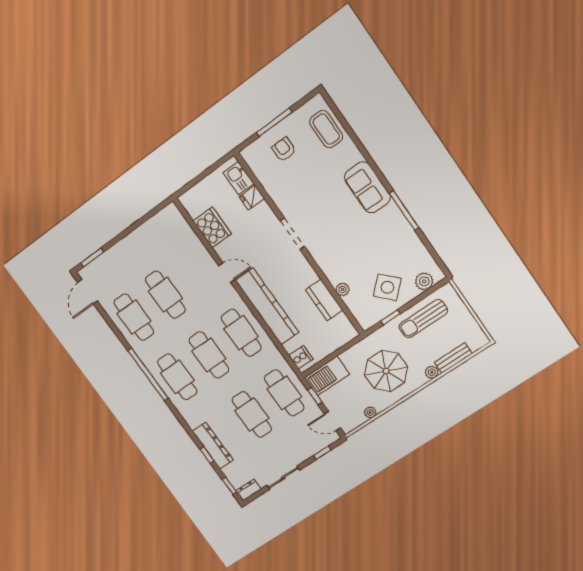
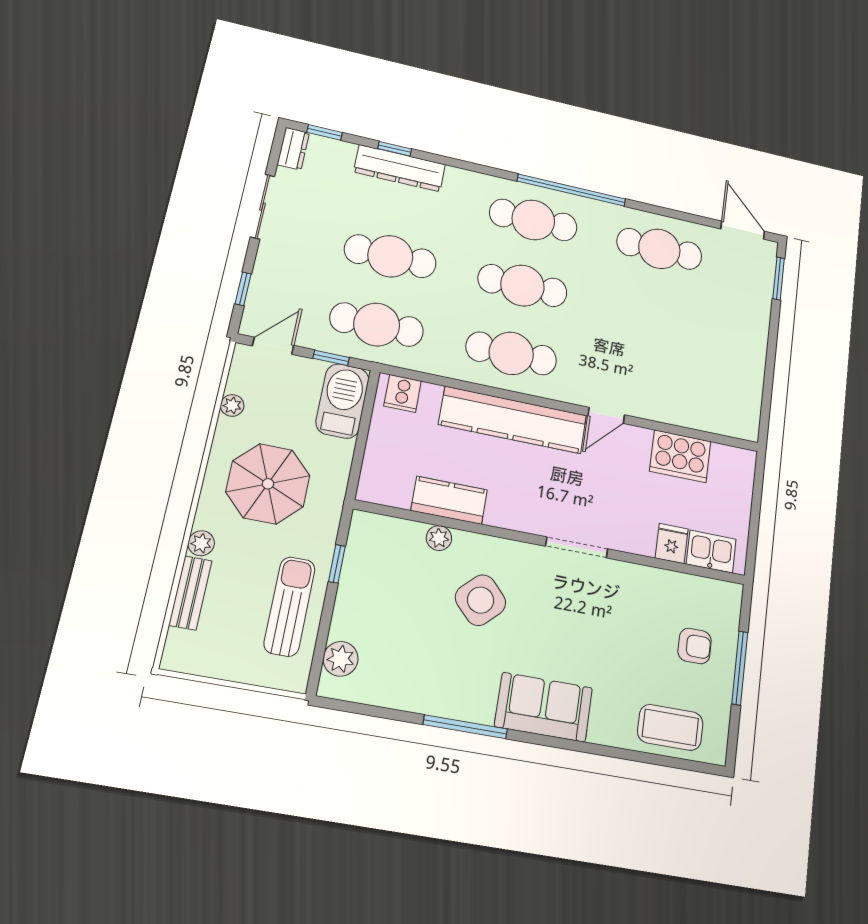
side table: (387, 287) -> (481, 600), moved
cafe table: (165, 295) -> (651, 314), removed

